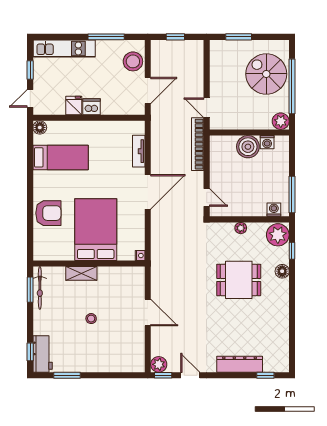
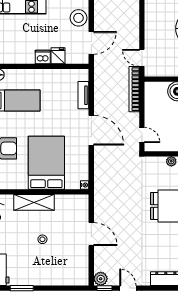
fridge: (74, 105) -> (58, 56), moved
door: (148, 192) -> (91, 130), hinge flipped
shelving: (81, 273) -> (34, 202), width x1.50, depth x1.33

